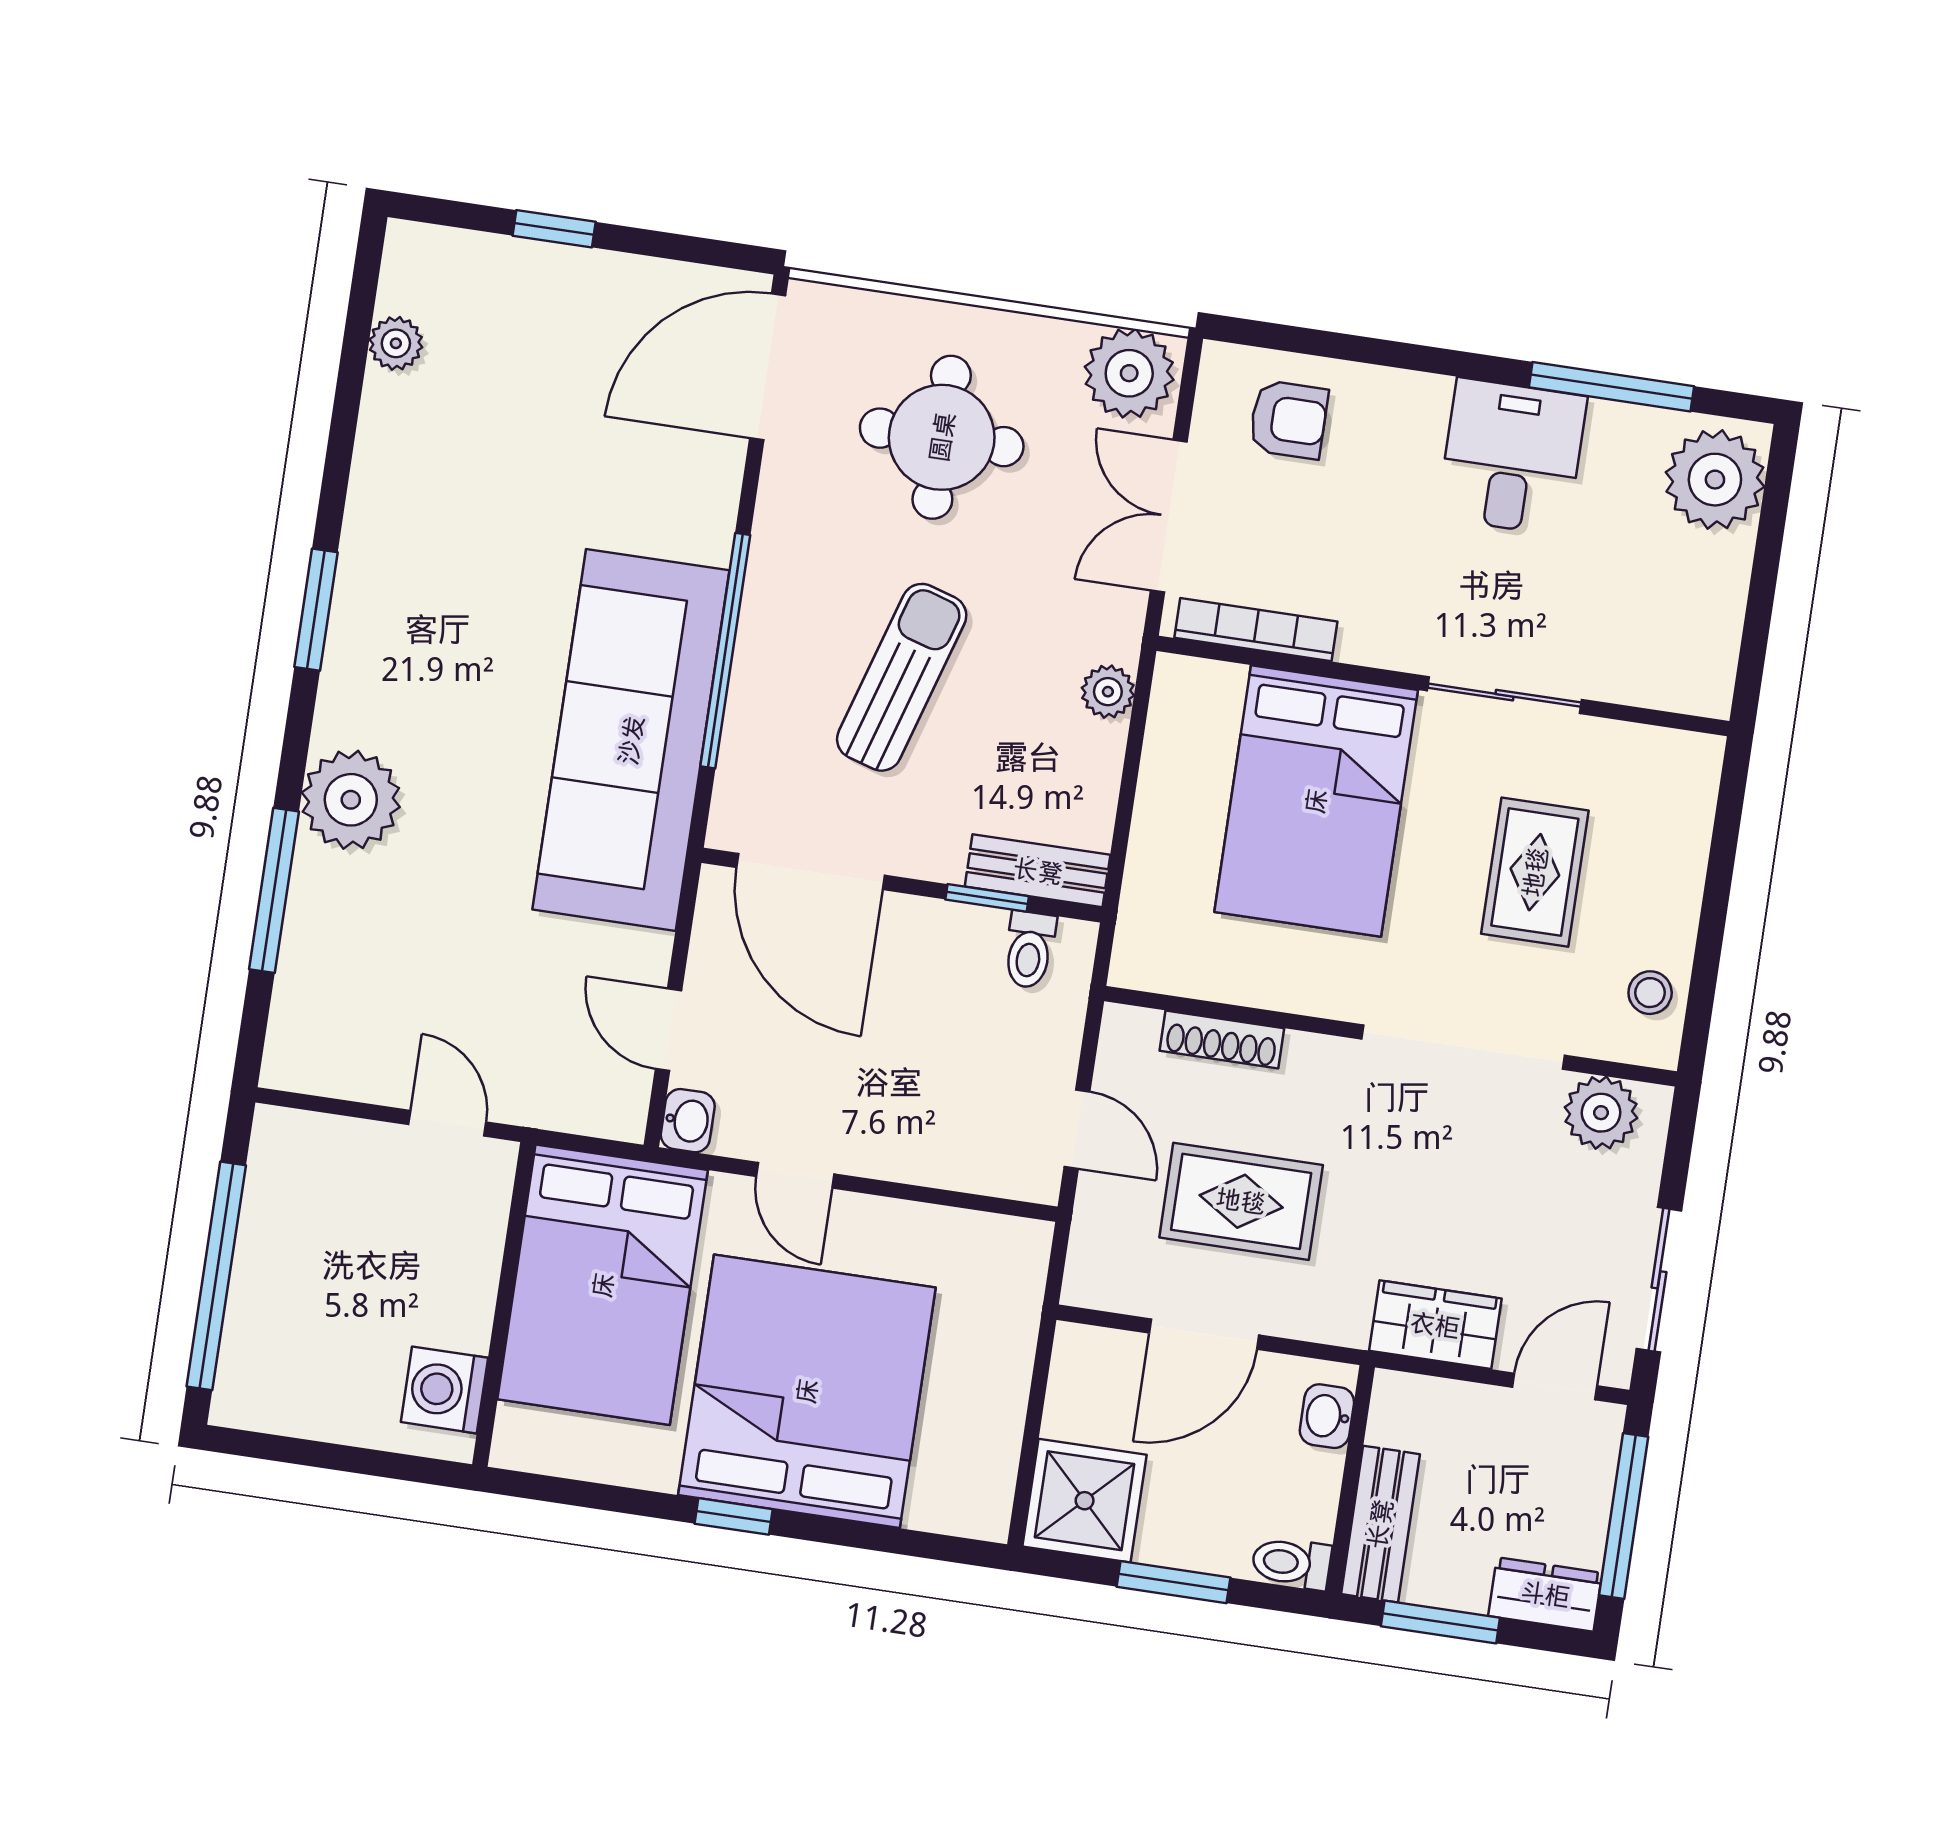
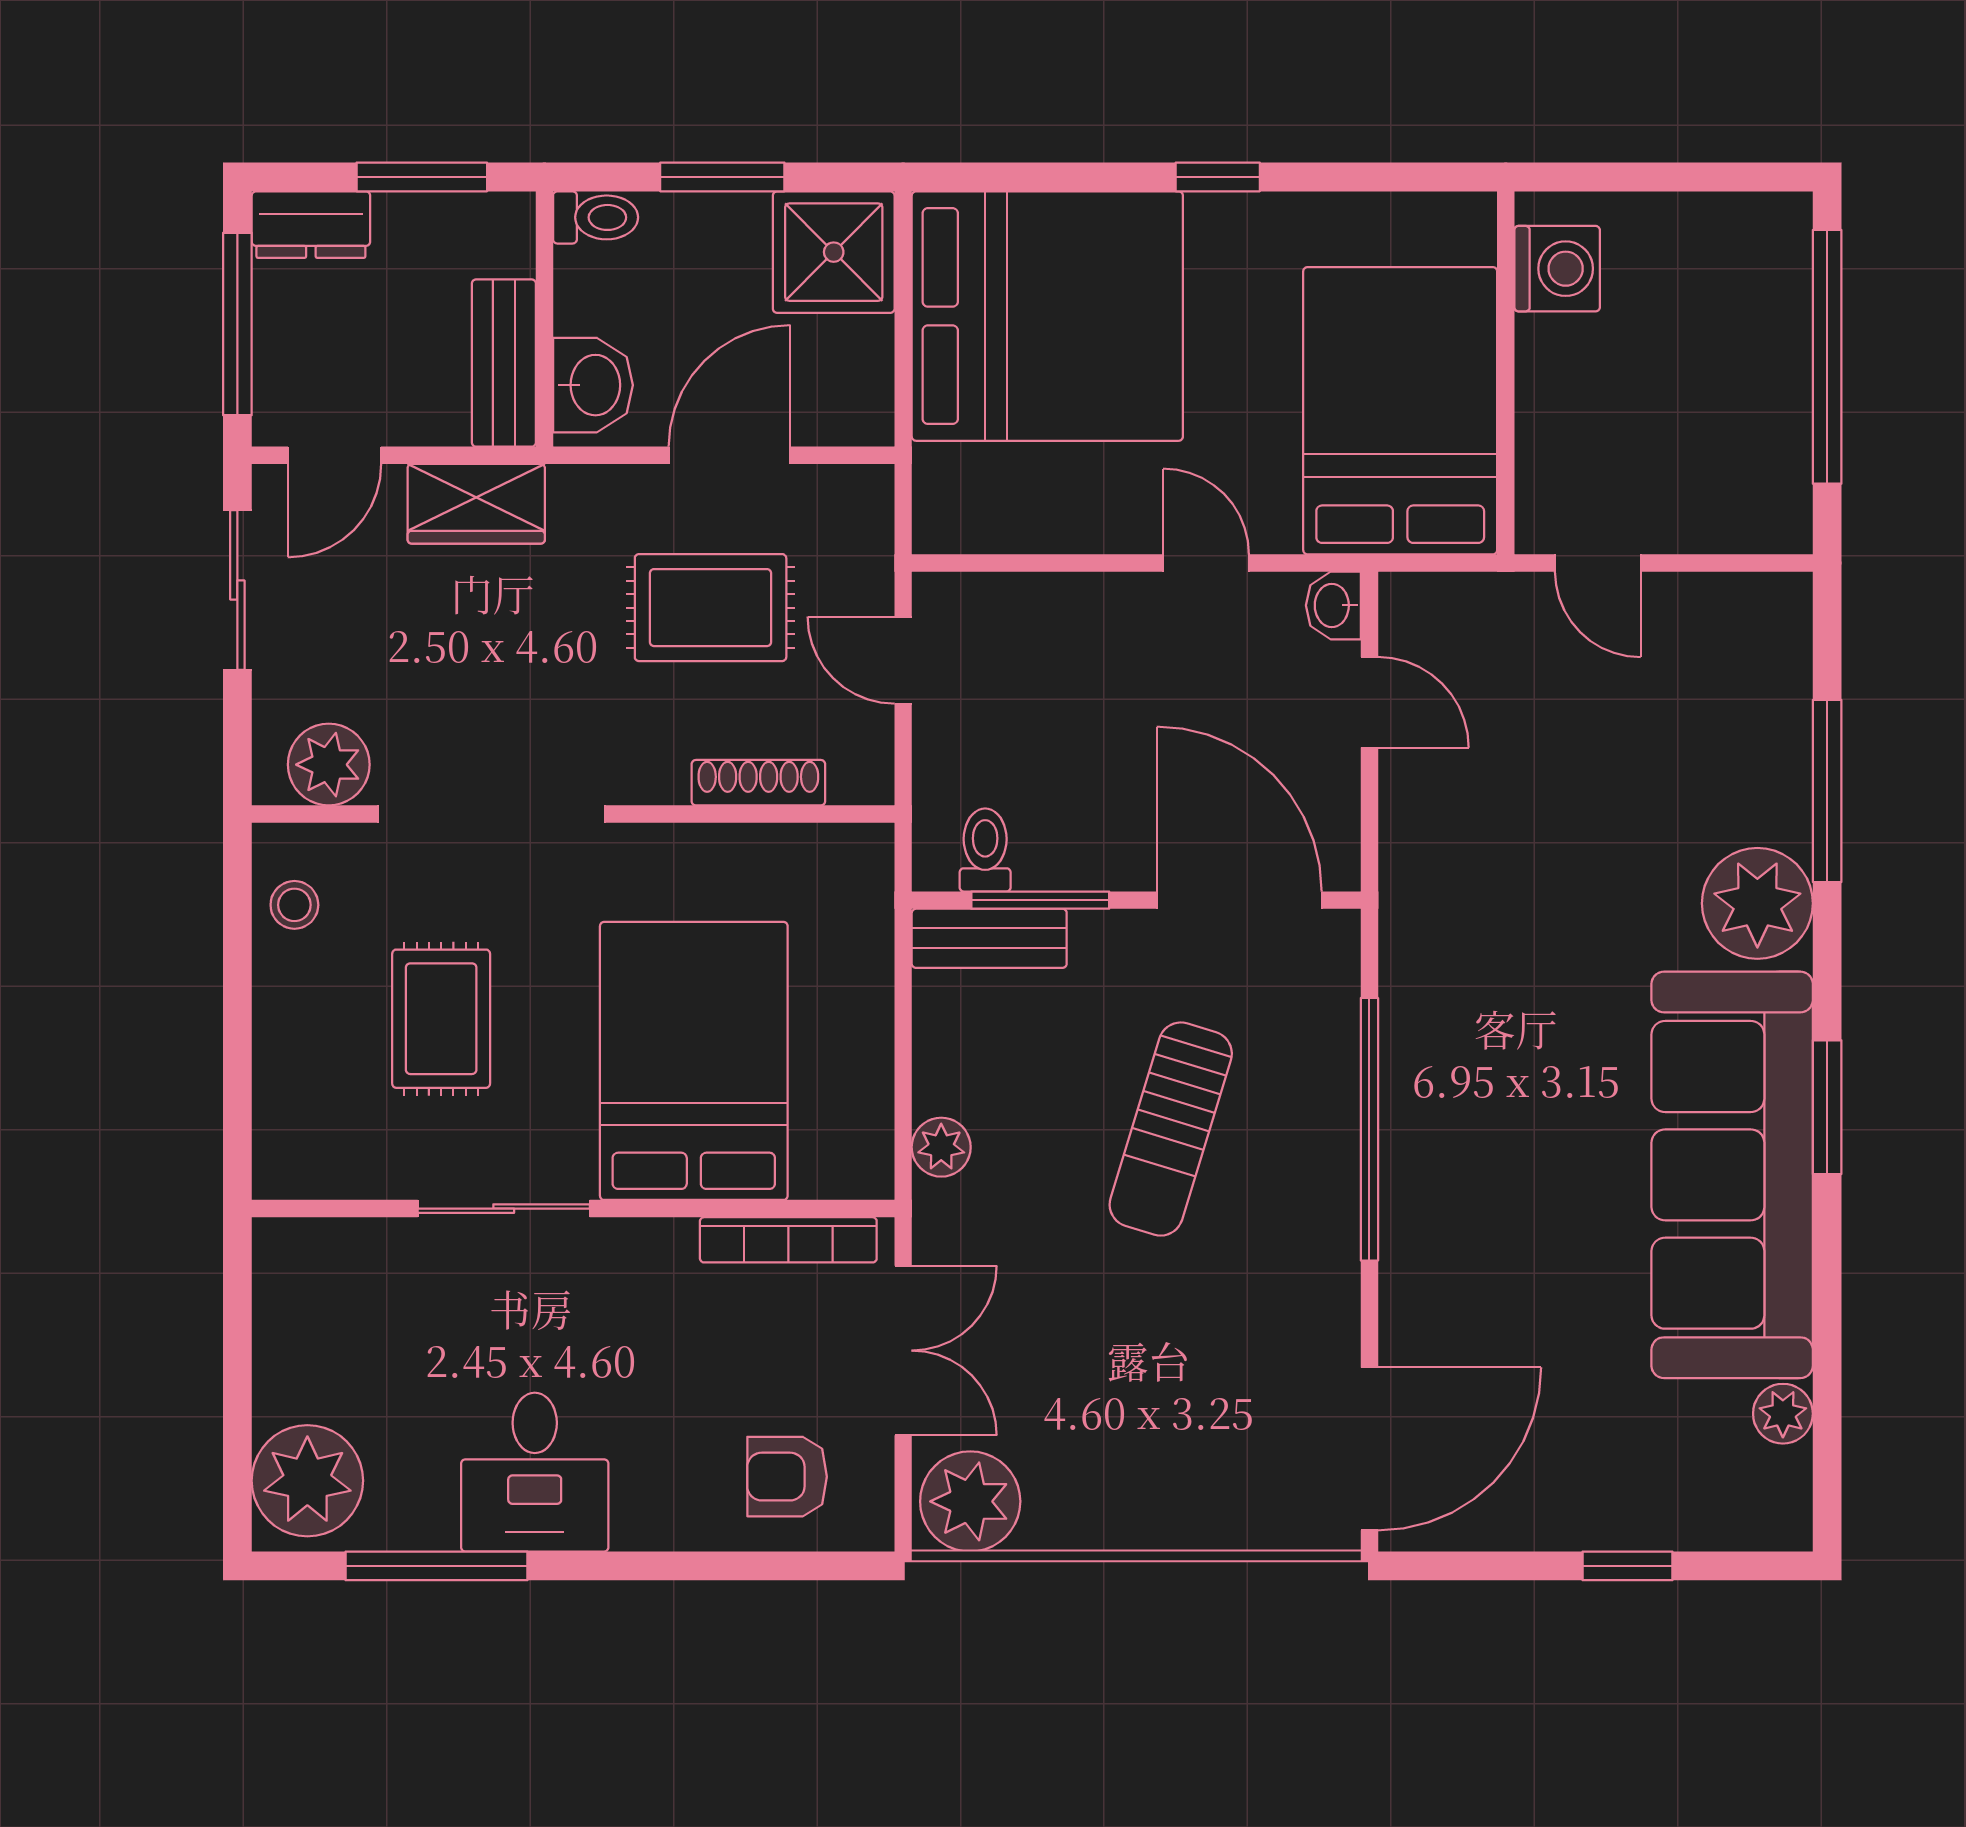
round table: (942, 437) -> (1166, 1400), removed
sofa: (631, 740) -> (1732, 1175), moved, turned 180
window: (987, 898) -> (1040, 900), width x1.50
bed: (807, 1391) -> (1047, 316), moved, turned -90
washbasin: (1327, 1416) -> (593, 385), width x1.38, depth x1.45
bench: (1380, 1524) -> (504, 363), moved

